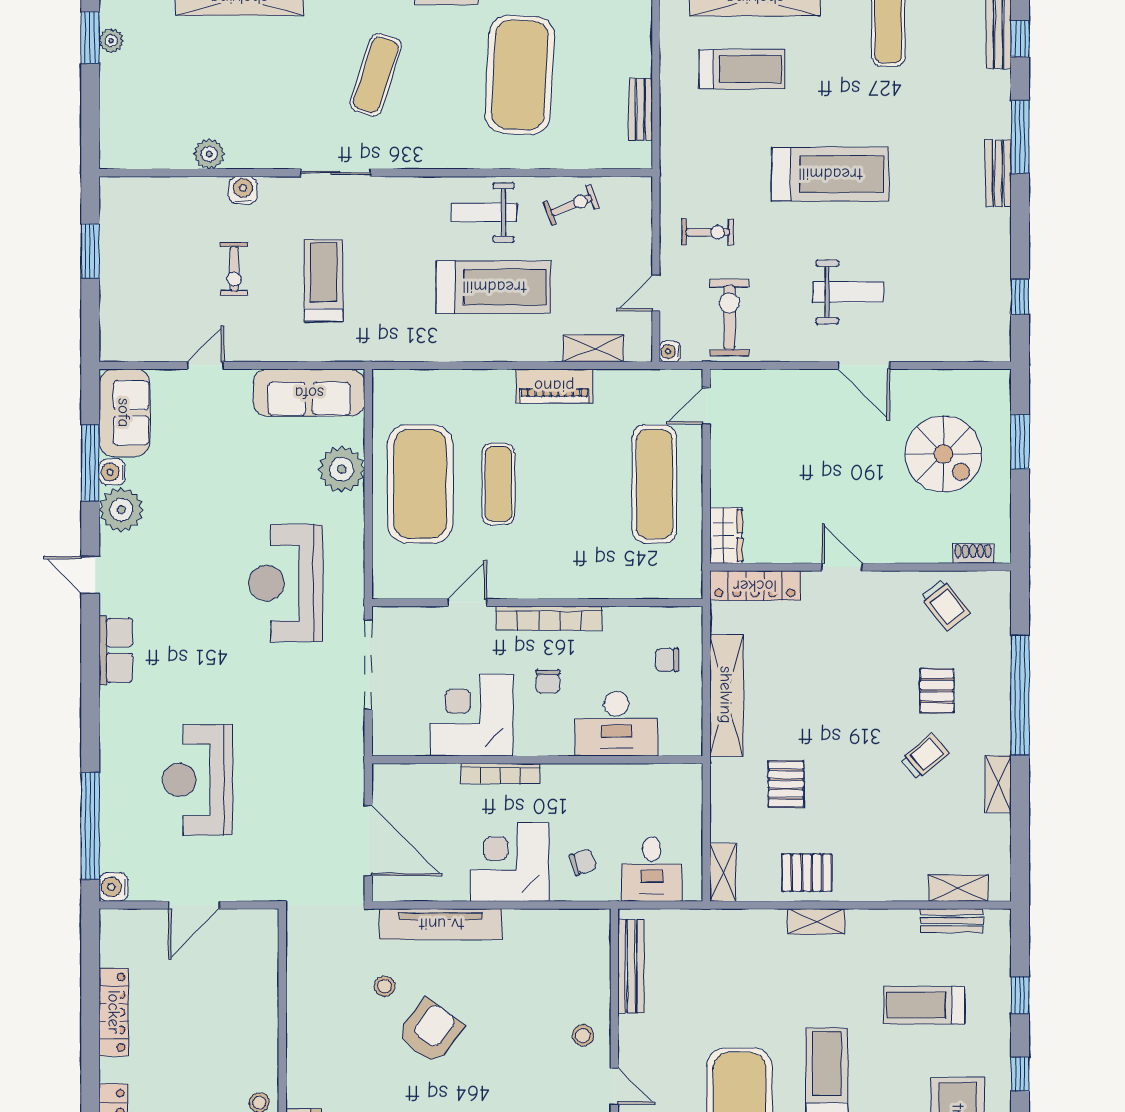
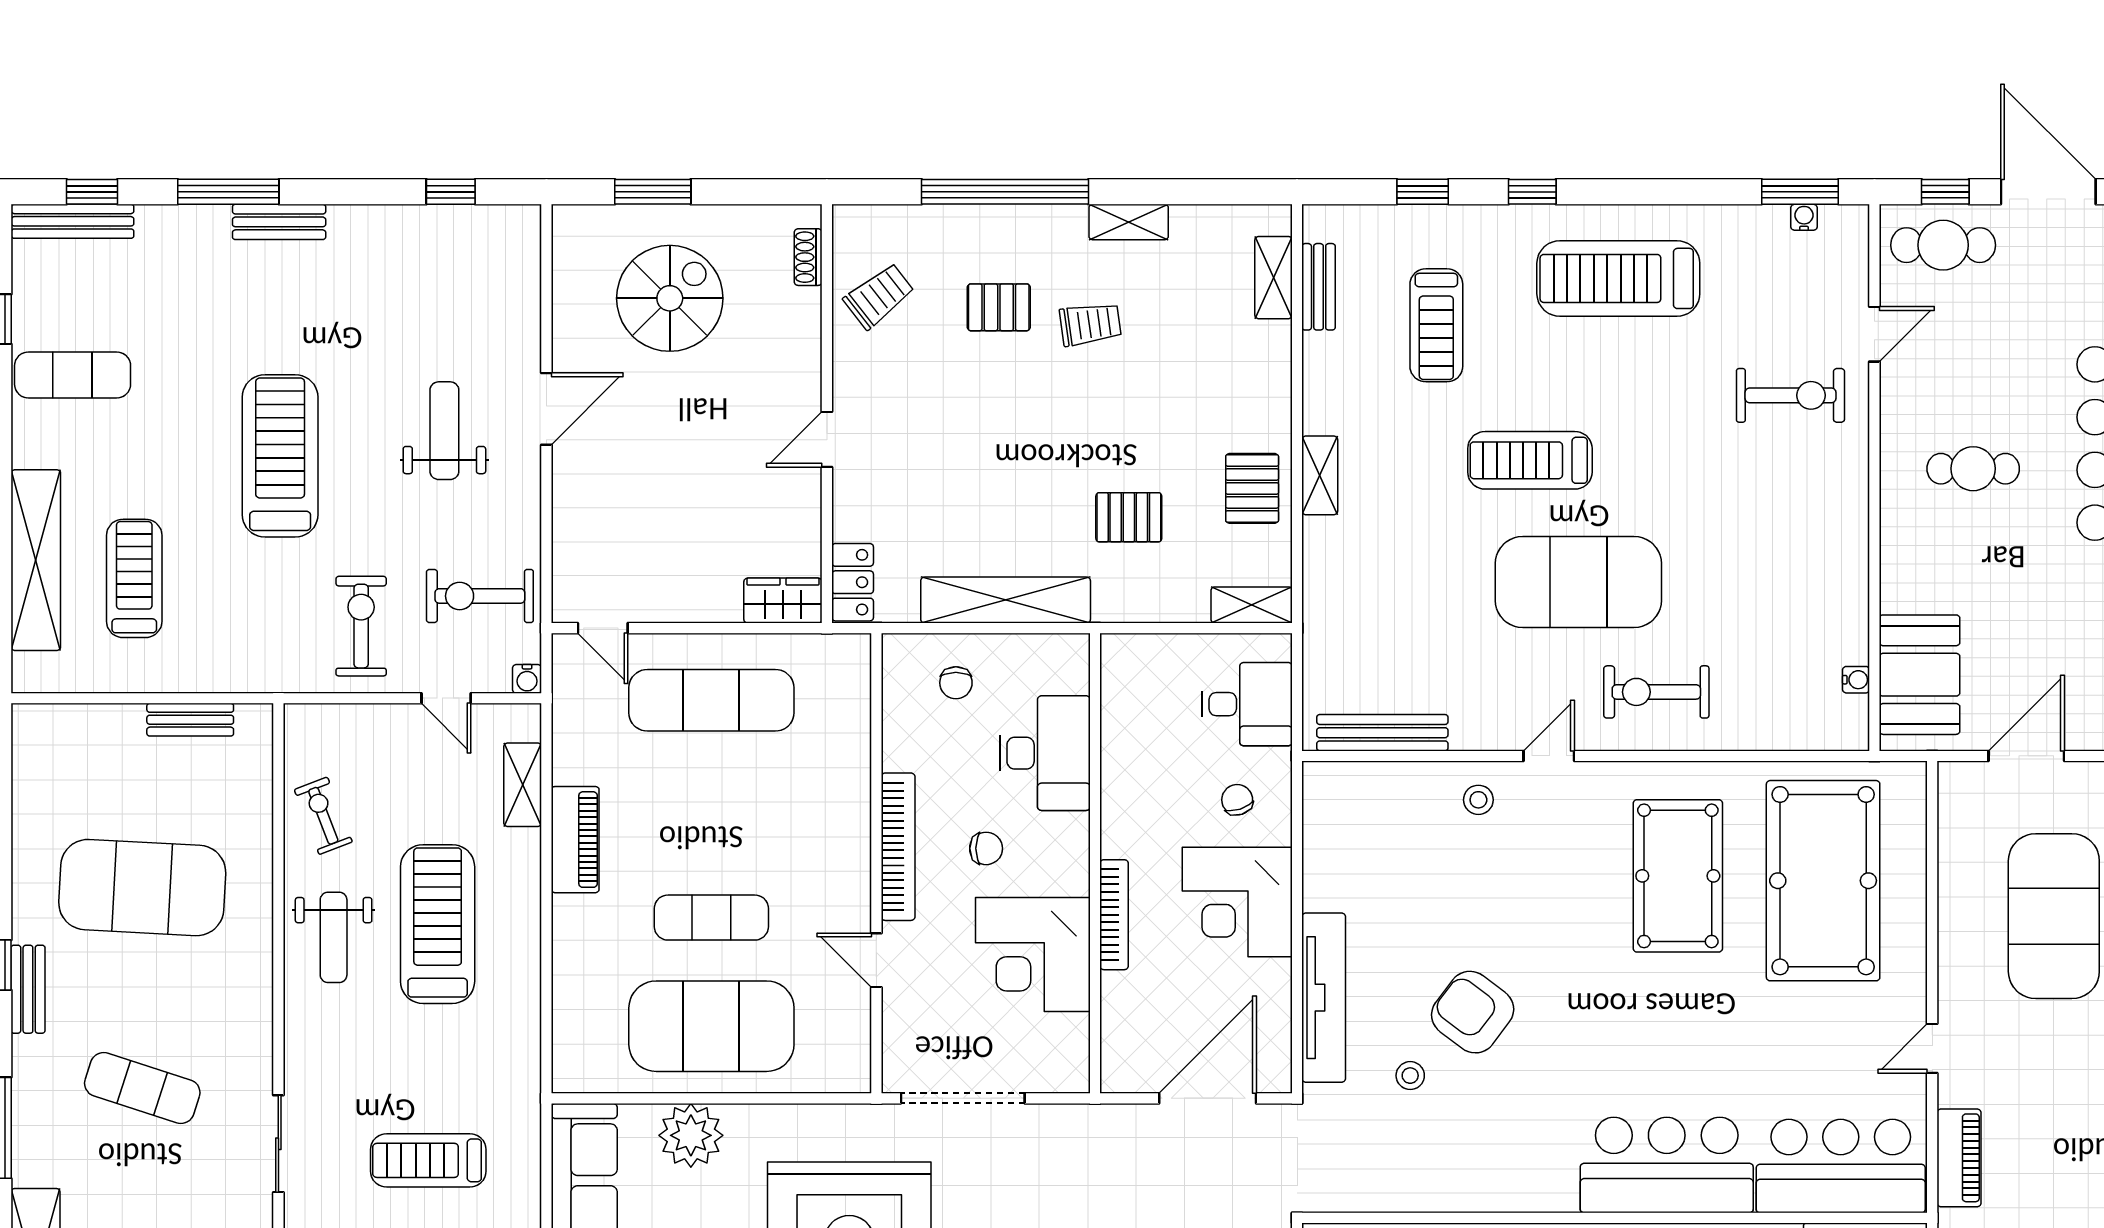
exercise bike: (708, 232) -> (361, 626), width x1.38, depth x1.39
locker: (755, 586) -> (853, 582), width x0.66
trolley: (925, 756) -> (1090, 324), turned 122

